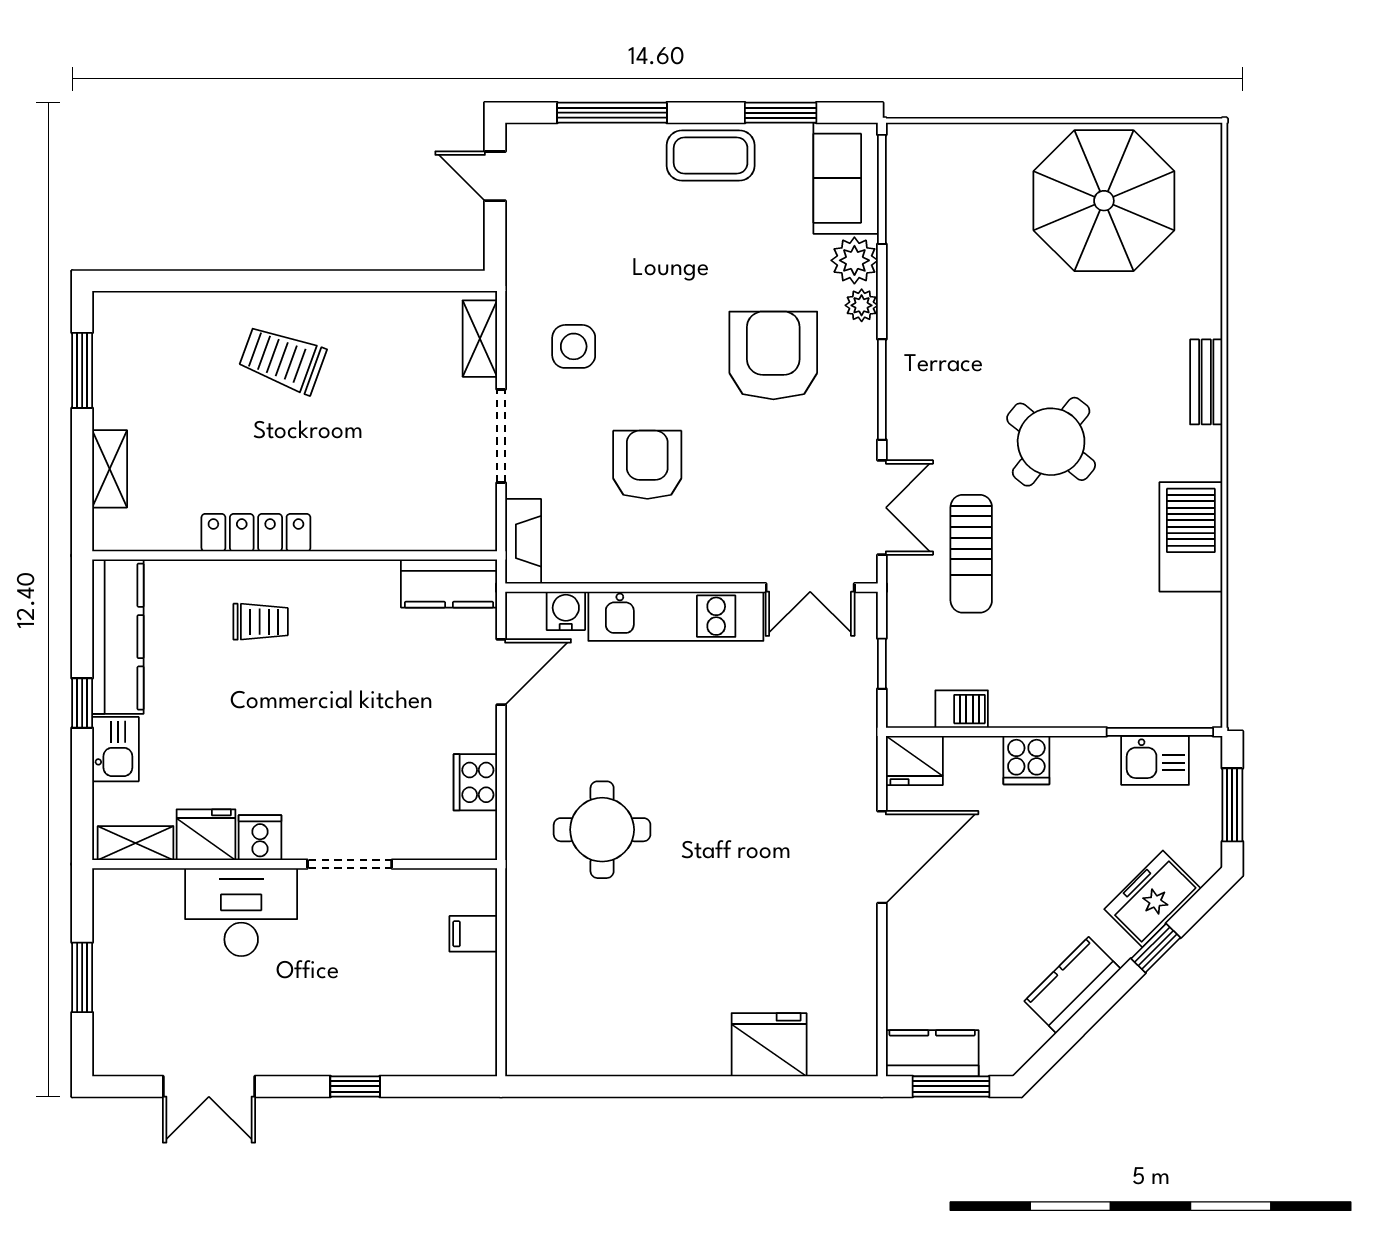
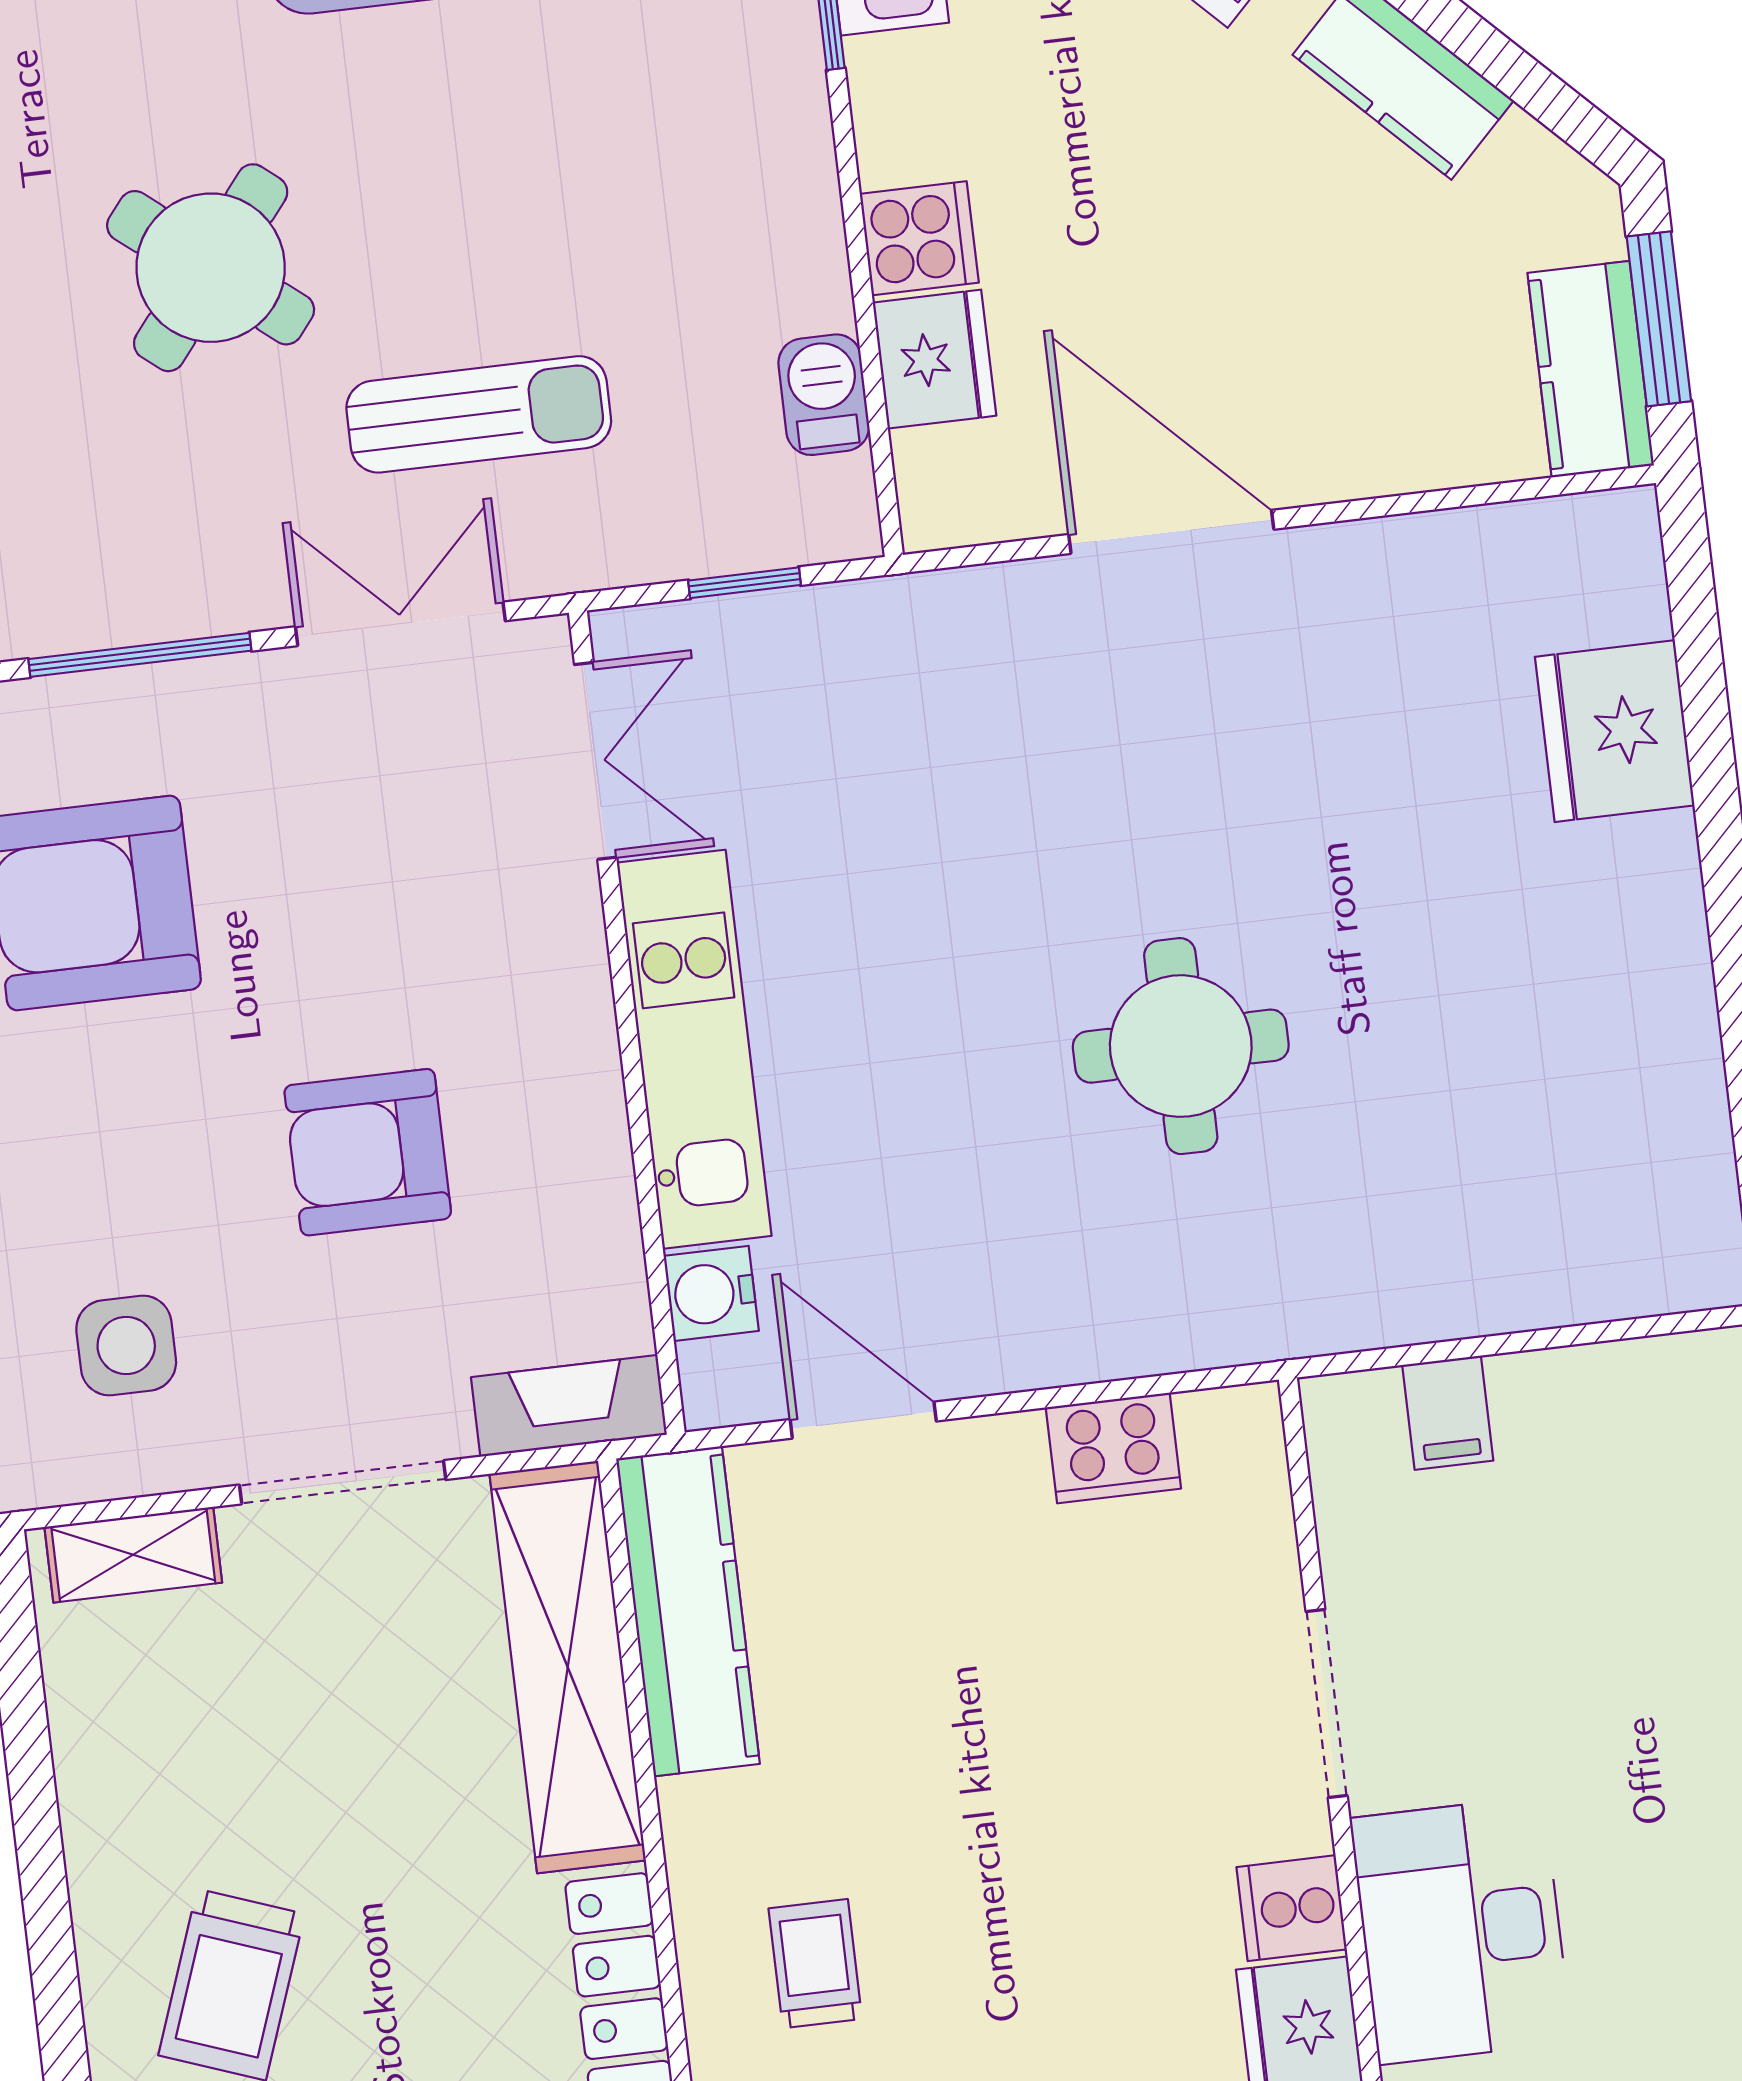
shelving: (406, 527) -> (568, 1667), added
kitchen counter: (449, 583) -> (688, 1611), width x1.50
fridge: (914, 760) -> (934, 359), moved
round table: (602, 830) -> (1181, 1046), moved

